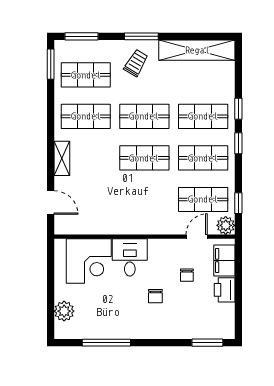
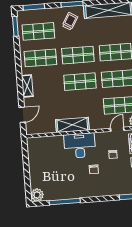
door: (51, 203) -> (22, 115), hinge flipped
shelving: (127, 224) -> (72, 125), added
desk: (130, 257) -> (80, 146), width x1.37
corner desk: (89, 261) -> (49, 150), removed
plant: (64, 311) -> (37, 195), moved

